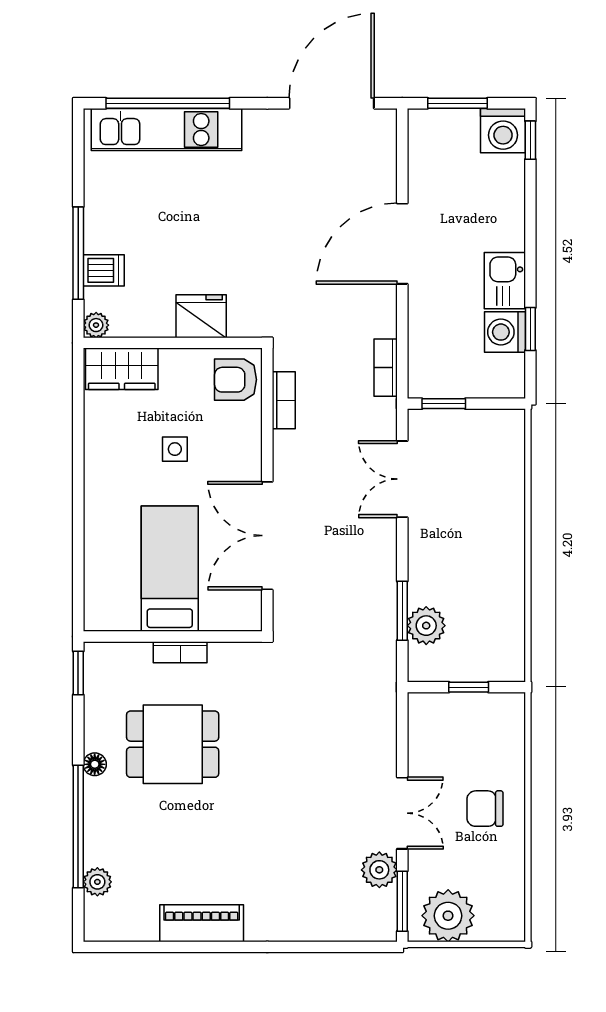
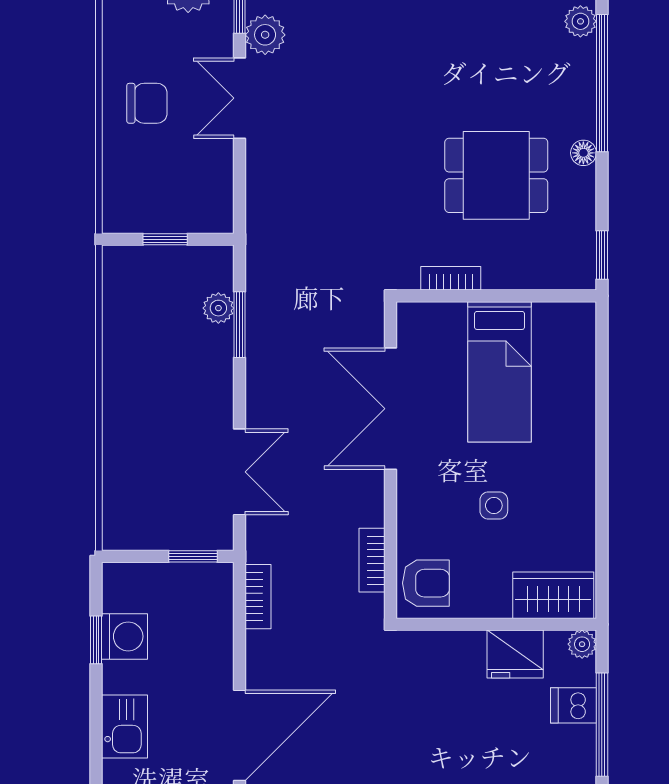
kitchen sink: (505, 281) -> (125, 726), moved
fridge: (201, 316) -> (515, 654), moved
double door: (267, 536) -> (391, 409), swing flipped
plant: (426, 626) -> (218, 308), width x0.73, depth x0.73
bookcase: (180, 652) -> (451, 278), moved

